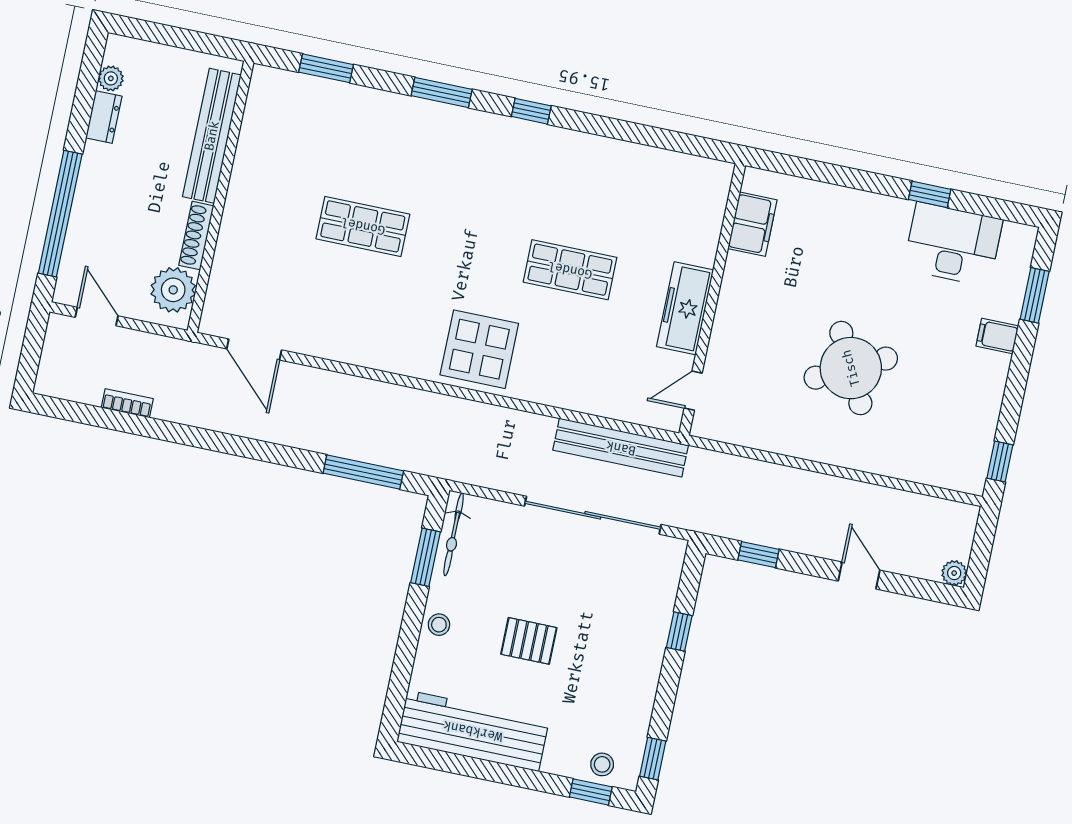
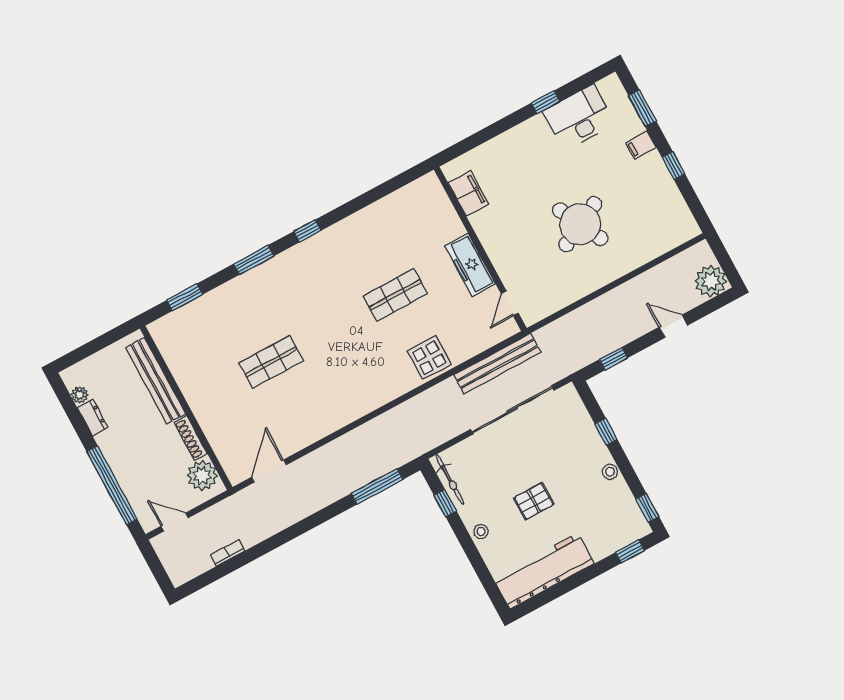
door: (254, 349) -> (269, 471), swing flipped
display table: (479, 349) -> (429, 358), moved, width x0.73, depth x0.73
window: (1000, 461) -> (673, 166), moved
window: (426, 557) -> (445, 503), width x0.67
plant: (954, 573) -> (711, 281), width x1.87, depth x1.87
stool: (602, 764) -> (610, 472), moved

